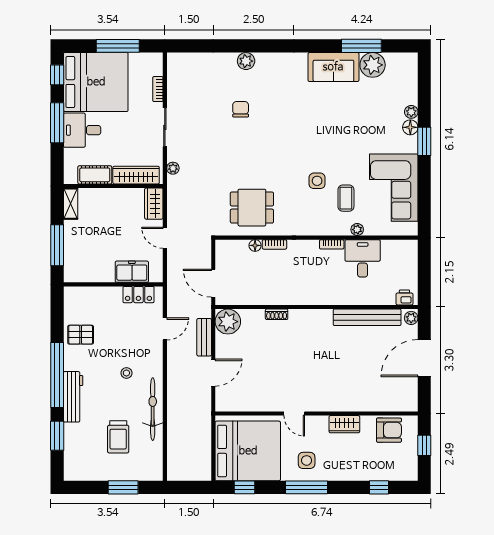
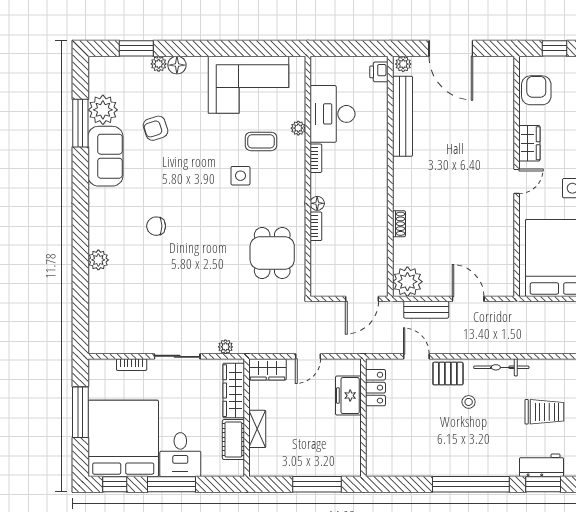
chair: (241, 109) -> (156, 226), moved
armchair: (357, 109) -> (156, 128), added
window: (424, 141) -> (136, 48), moved
shelving: (71, 204) -> (257, 429), moved, turned 90
floor lamp: (255, 245) -> (317, 203), moved
desk: (363, 258) -> (333, 114), width x1.37
pallet: (81, 335) -> (448, 374), moved, turned 90
workbench: (73, 397) -> (541, 465), moved, width x0.73
bicycle: (153, 409) -> (501, 367), width x0.73, depth x0.71
door: (294, 413) -> (517, 181), moved

